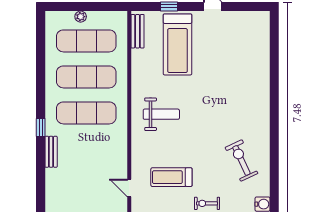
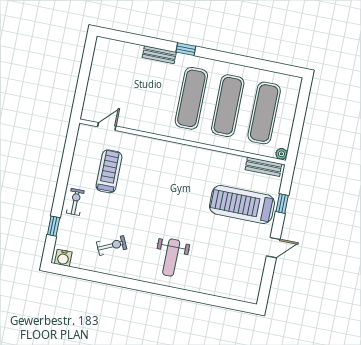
plant: (81, 17) -> (281, 154), moved
weight bench: (161, 114) -> (171, 258), moved
exercise bike: (241, 160) -> (112, 245), width x0.73, depth x0.72

